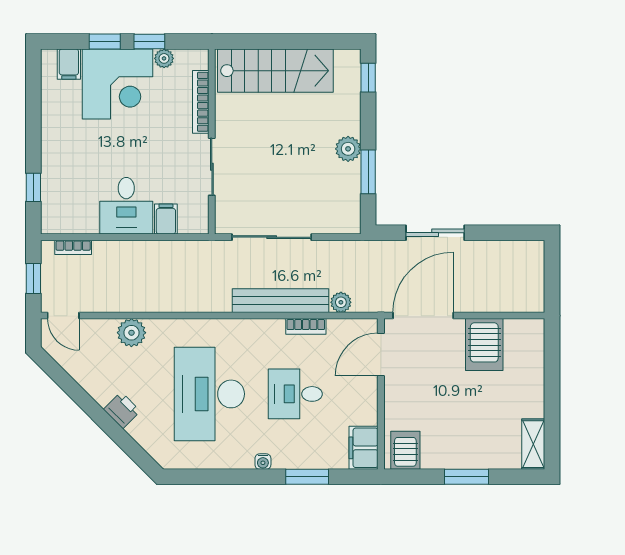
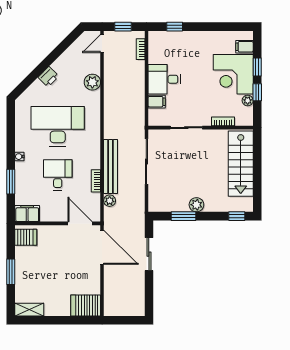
bookcase: (201, 102) -> (223, 121), width x0.64
server rack: (484, 345) -> (86, 305), moved

